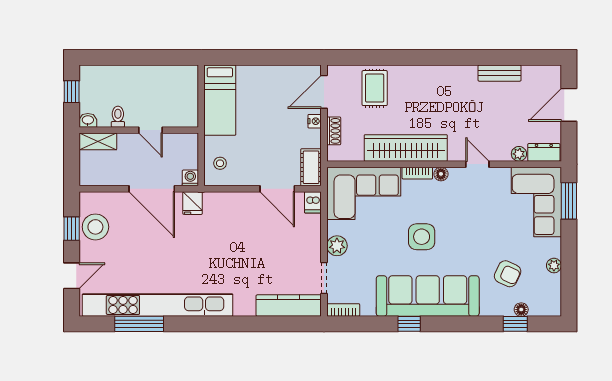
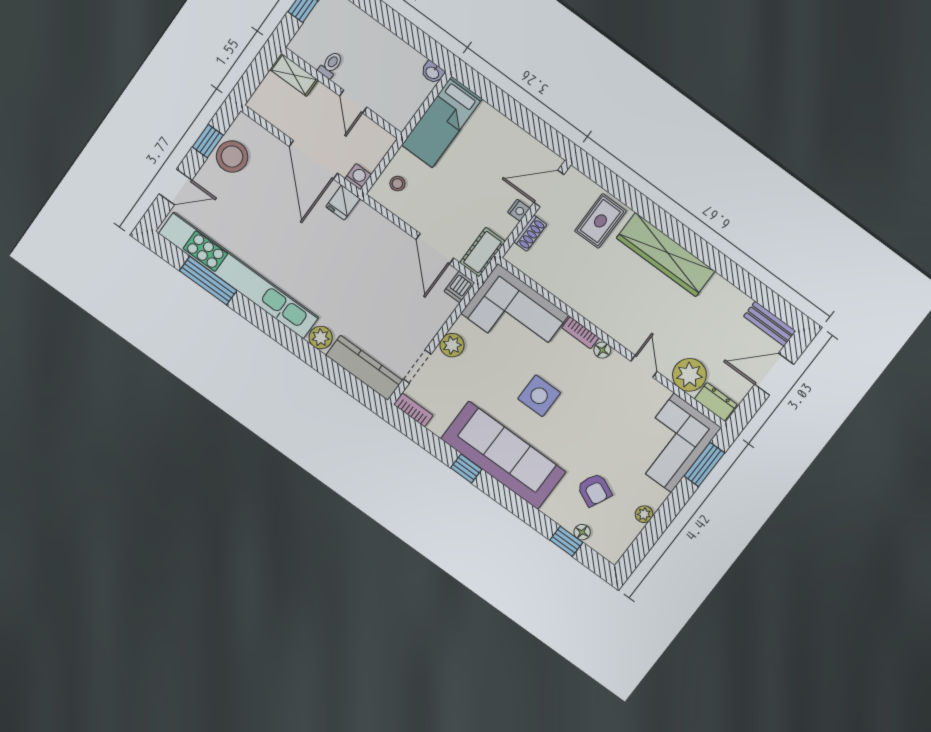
bench: (500, 73) -> (770, 324), moved
washbasin: (88, 120) -> (433, 72), moved, turned 180
wardrobe: (406, 148) -> (666, 255), moved, turned 180
plant: (519, 154) -> (689, 375), width x1.88, depth x1.88
plant: (244, 307) -> (321, 338), added

